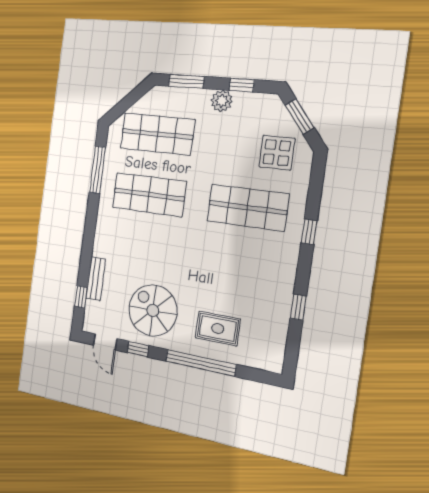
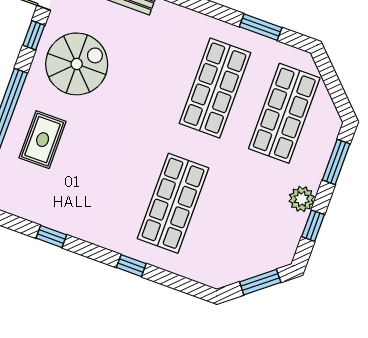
display table: (277, 153) -> (227, 249), removed
window: (98, 170) -> (261, 27), width x0.69

